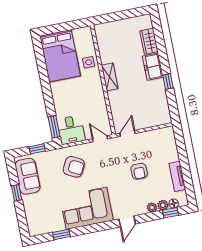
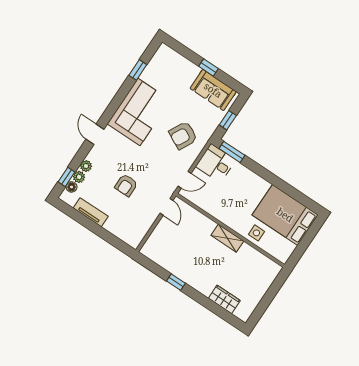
freezer: (153, 67) -> (200, 282), removed
armchair: (139, 171) -> (126, 185), turned -90

